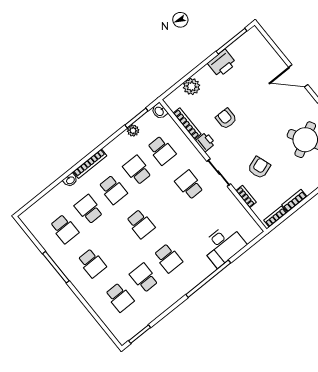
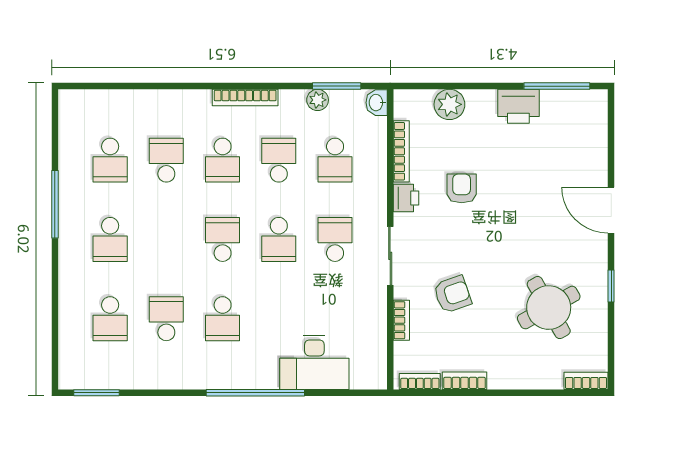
bookcase: (90, 164) -> (245, 98), moved
washbasin: (70, 180) -> (174, 98), removed
school desk: (165, 204) -> (279, 239), added
school desk: (141, 224) -> (223, 239), turned 180

